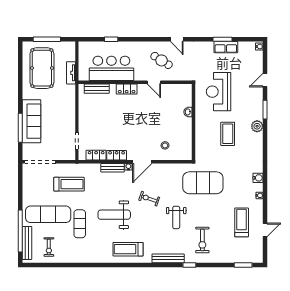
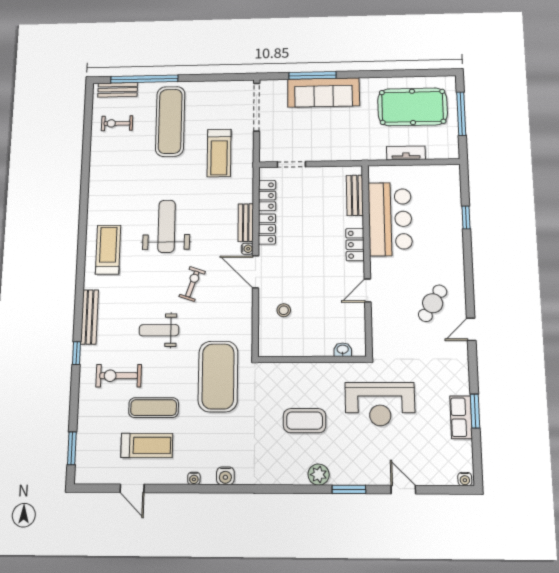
bar counter: (111, 68) -> (390, 219), moved
wall: (135, 82) -> (367, 259), moved
door: (154, 82) -> (368, 290), moved
bench: (97, 89) -> (355, 195), moved
locker: (127, 89) -> (355, 245), moved
reception desk: (219, 92) -> (380, 404), turned 180
exercise mat: (80, 224) -> (154, 408), moved
bench: (27, 243) -> (118, 90), width x0.73

